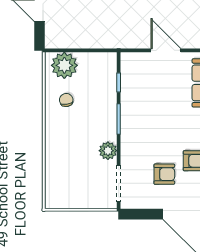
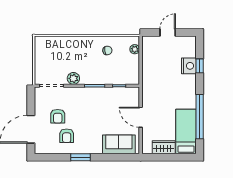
door: (166, 50) -> (141, 117), swing flipped
plant: (64, 65) -> (135, 49), width x0.53, depth x0.53

